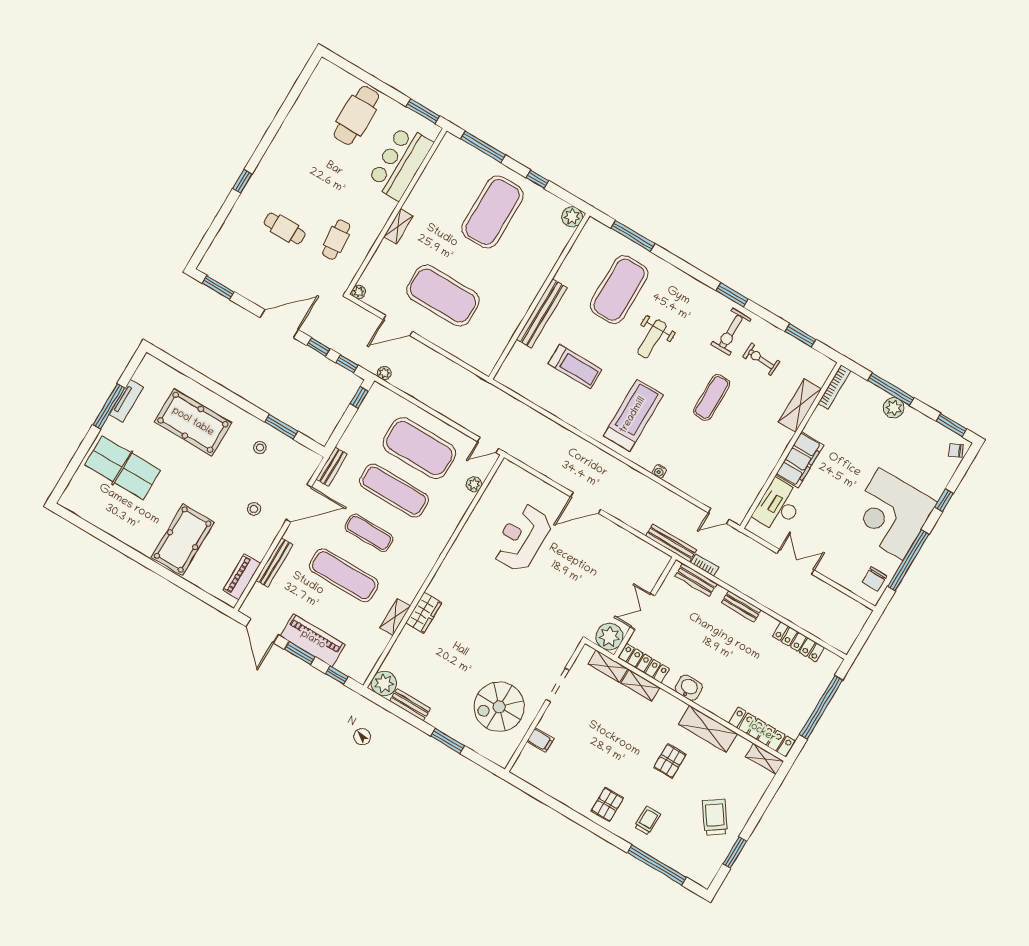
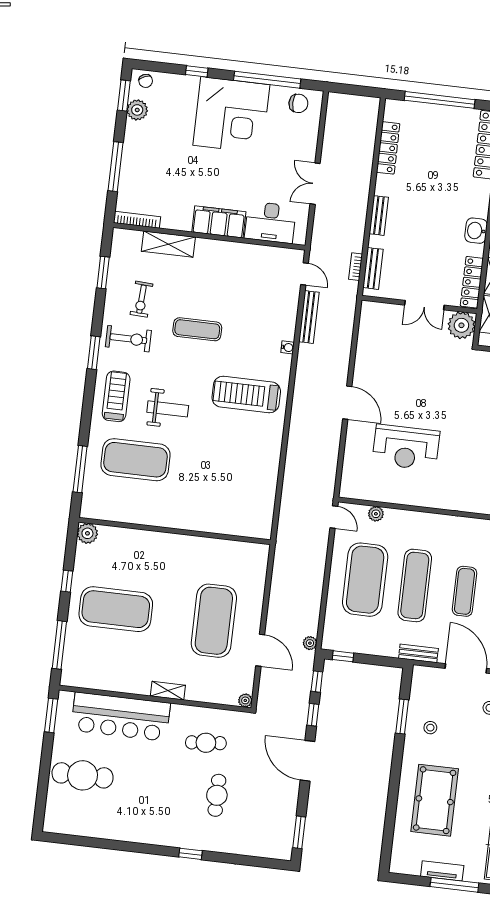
bar counter: (400, 162) -> (121, 717), width x1.36
bench: (542, 313) -> (190, 522), removed
treadmill: (575, 367) -> (116, 396), moved
plant: (894, 408) -> (137, 110), moved
bench: (671, 543) -> (309, 317), moved

